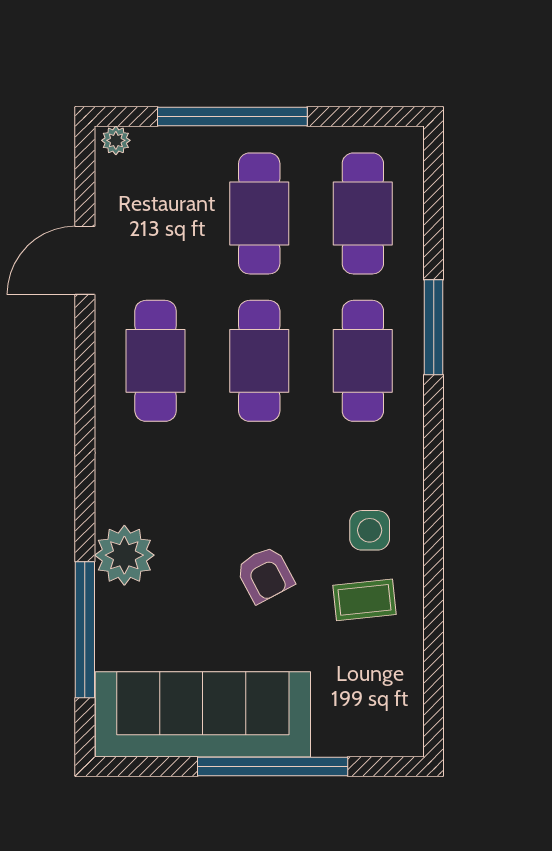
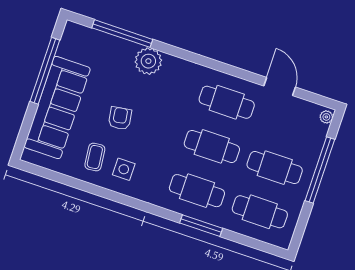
armchair: (265, 575) -> (120, 118), turned 110
sofa: (203, 714) -> (57, 108), moved
window: (273, 767) -> (45, 71), moved

